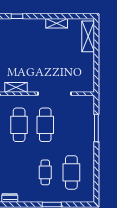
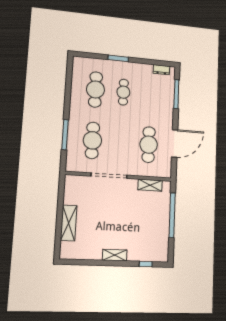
shelving: (57, 23) -> (115, 255), moved
shelving: (88, 36) -> (69, 223), moved
cafe table: (45, 125) -> (92, 140), moved

